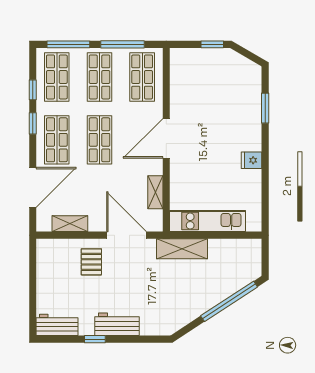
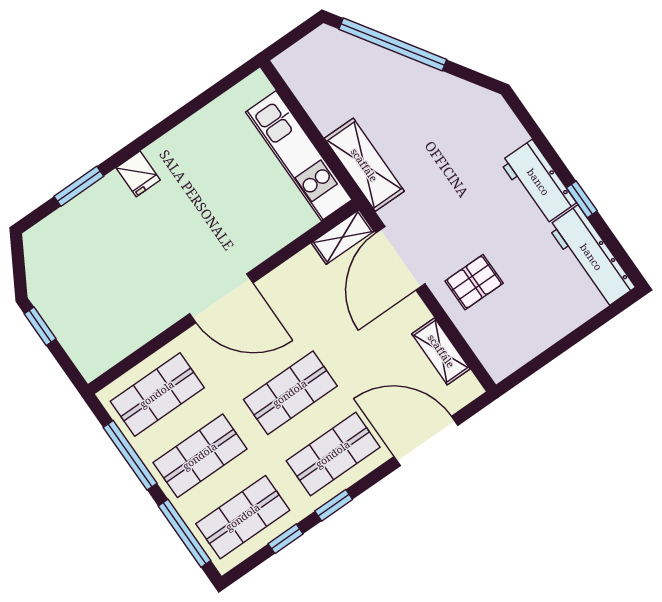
fridge: (252, 160) -> (138, 174), moved
shelving: (155, 192) -> (343, 237), moved
workbench: (57, 325) -> (591, 257), width x1.38

